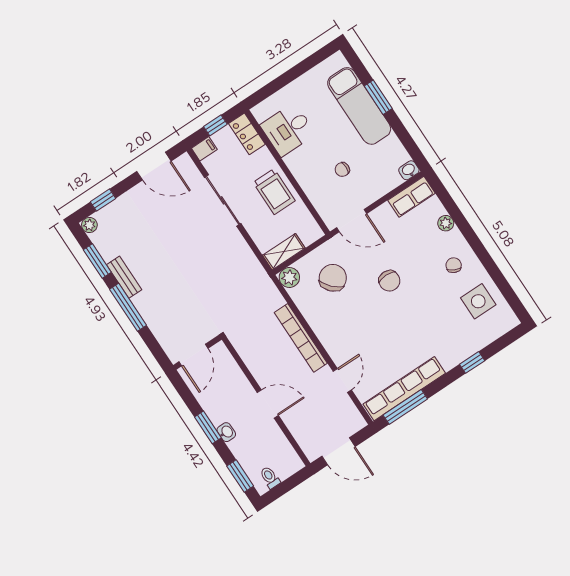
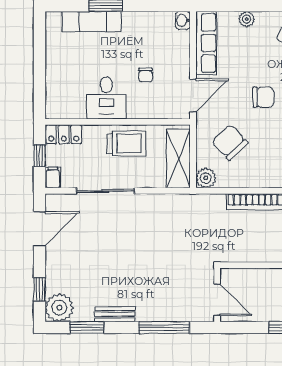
exam couch: (359, 106) -> (92, 22), width x0.73, depth x0.69
desk: (288, 130) -> (106, 98), moved
row of seats: (411, 197) -> (206, 43), width x1.48
plant: (89, 225) -> (59, 308), width x1.88, depth x1.88
shelving: (284, 252) -> (178, 159), width x1.50, depth x1.33
window: (128, 307) -> (164, 328), moved

